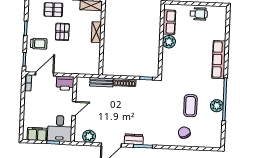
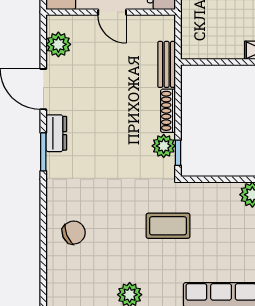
plant: (142, 85) -> (164, 146), added
coffee table: (190, 106) -> (168, 226), moved

